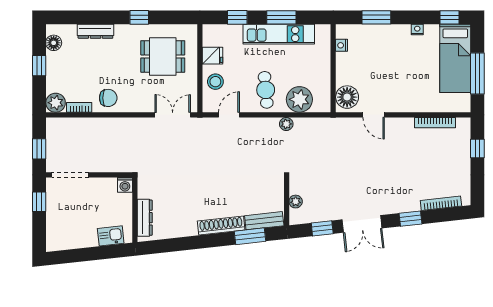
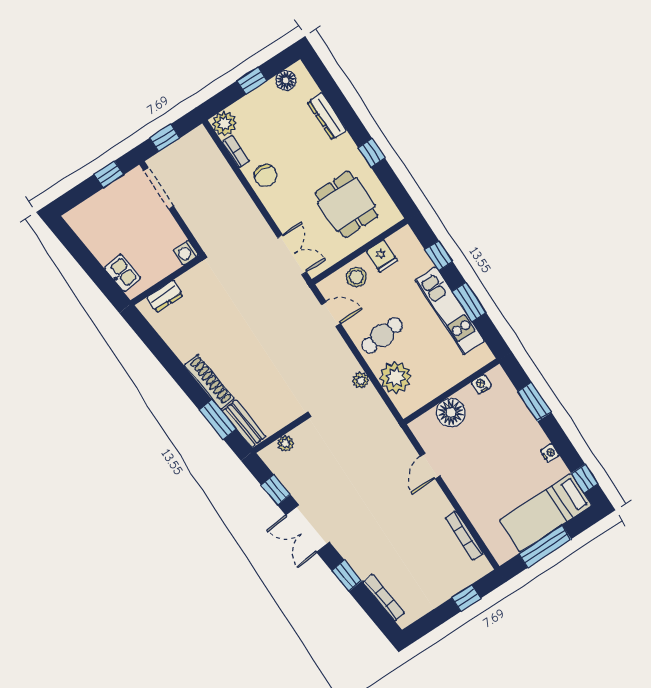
floor lamp: (347, 97) -> (451, 412), moved
dresser: (145, 218) -> (165, 296), width x0.70

